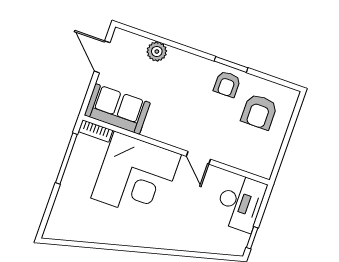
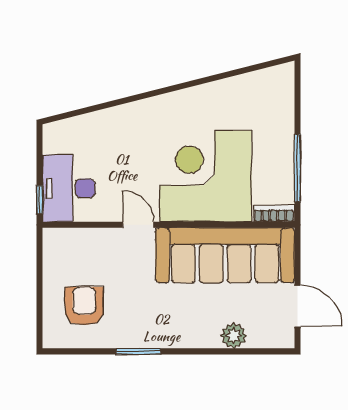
armchair: (227, 84) -> (135, 326), removed
sofa: (117, 109) -> (225, 255), width x1.85, depth x1.27
window: (252, 238) -> (39, 200), moved

